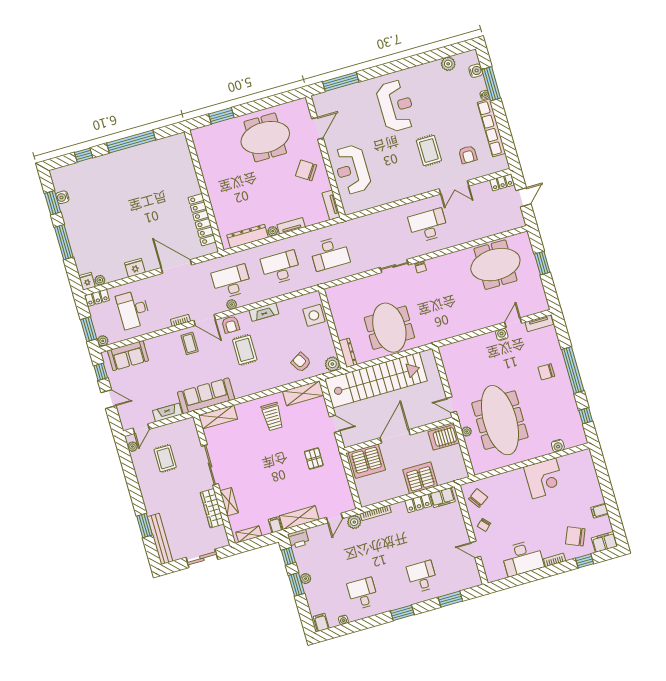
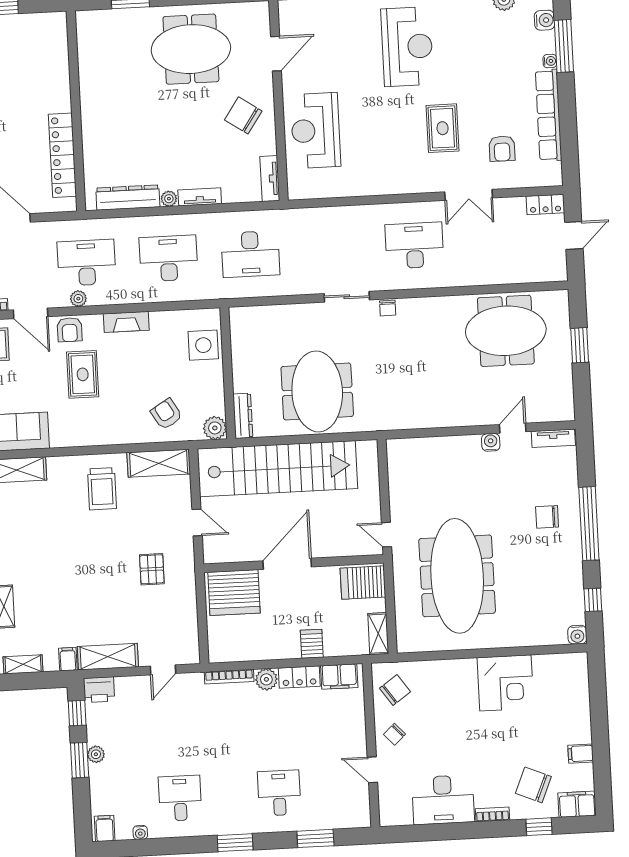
plant: (467, 431) -> (401, 582), removed
water cooler: (558, 446) -> (577, 635), moved
shelving: (460, 466) -> (378, 634), added
server rack: (420, 478) -> (312, 644), width x0.46, depth x0.70
plant: (354, 522) -> (266, 679), moved

